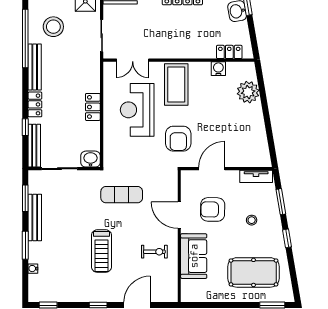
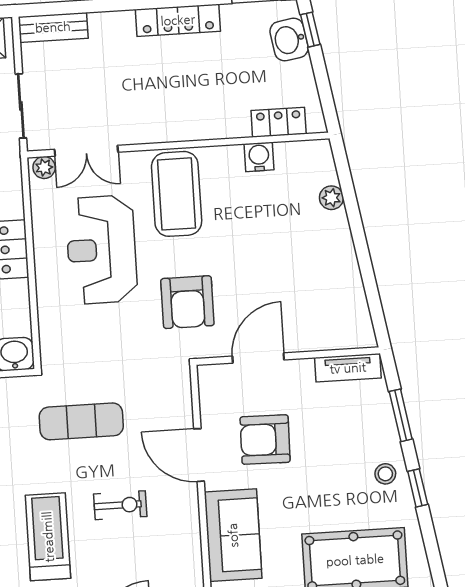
plant: (111, 67) -> (44, 167), added
plant: (248, 92) -> (331, 198), width x0.53, depth x0.53
stool: (252, 220) -> (385, 474), moved
treadmill: (101, 251) -> (48, 537), turned 180
exercise bike: (154, 252) -> (120, 505), moved

